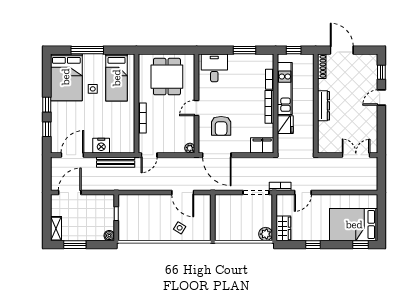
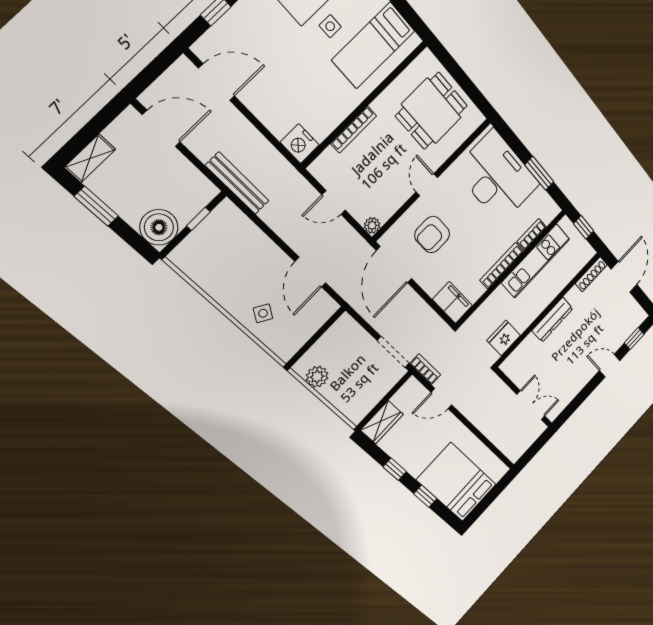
desk: (214, 68) -> (497, 177), width x1.87, depth x1.30
door: (197, 108) -> (427, 185), hinge flipped
fridge: (285, 125) -> (504, 338), moved, turned 180
nightstand: (101, 146) -> (300, 144), moved
door: (149, 155) -> (334, 202), moved
bench: (116, 162) -> (237, 183), moved
plant: (266, 234) -> (317, 377), moved
boiler: (109, 236) -> (159, 227), width x1.86, depth x1.86
window: (360, 245) -> (425, 496), moved

